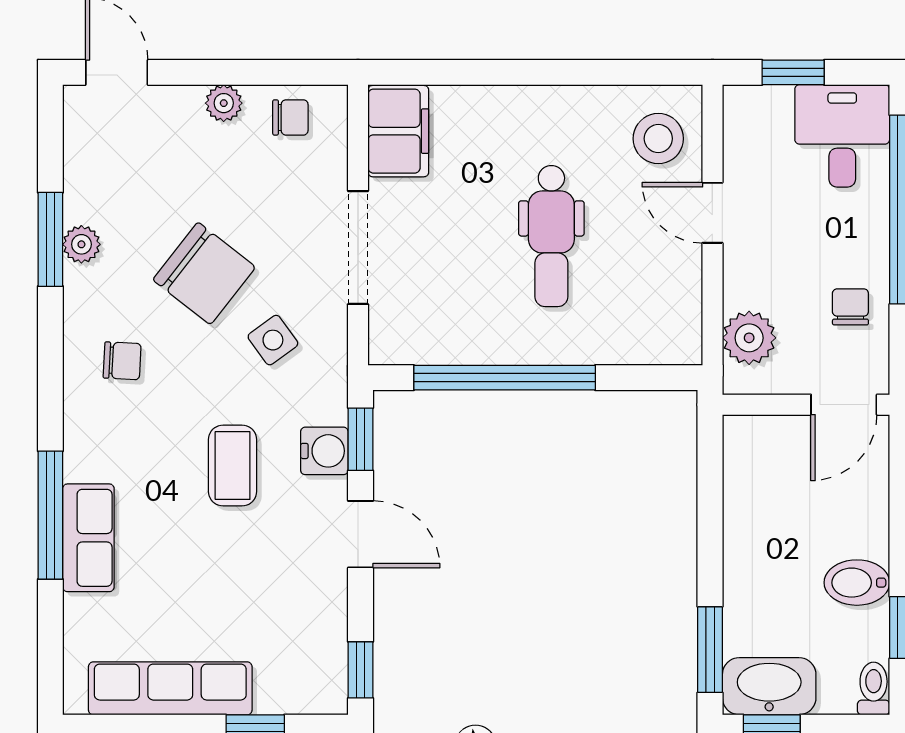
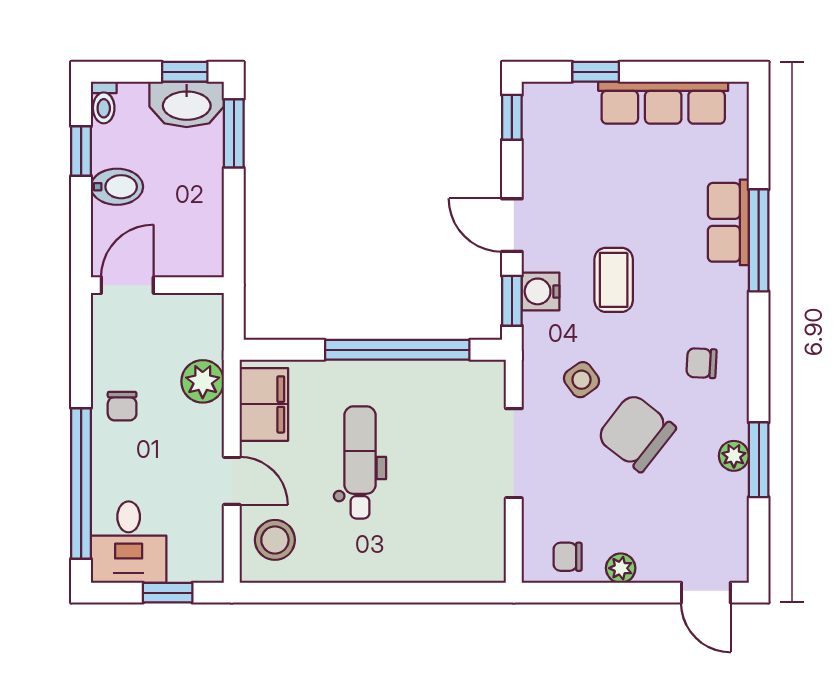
filing cabinet: (398, 131) -> (264, 404), moved, turned 180
wall: (806, 405) -> (157, 285), moved
door: (844, 405) -> (127, 285), moved

